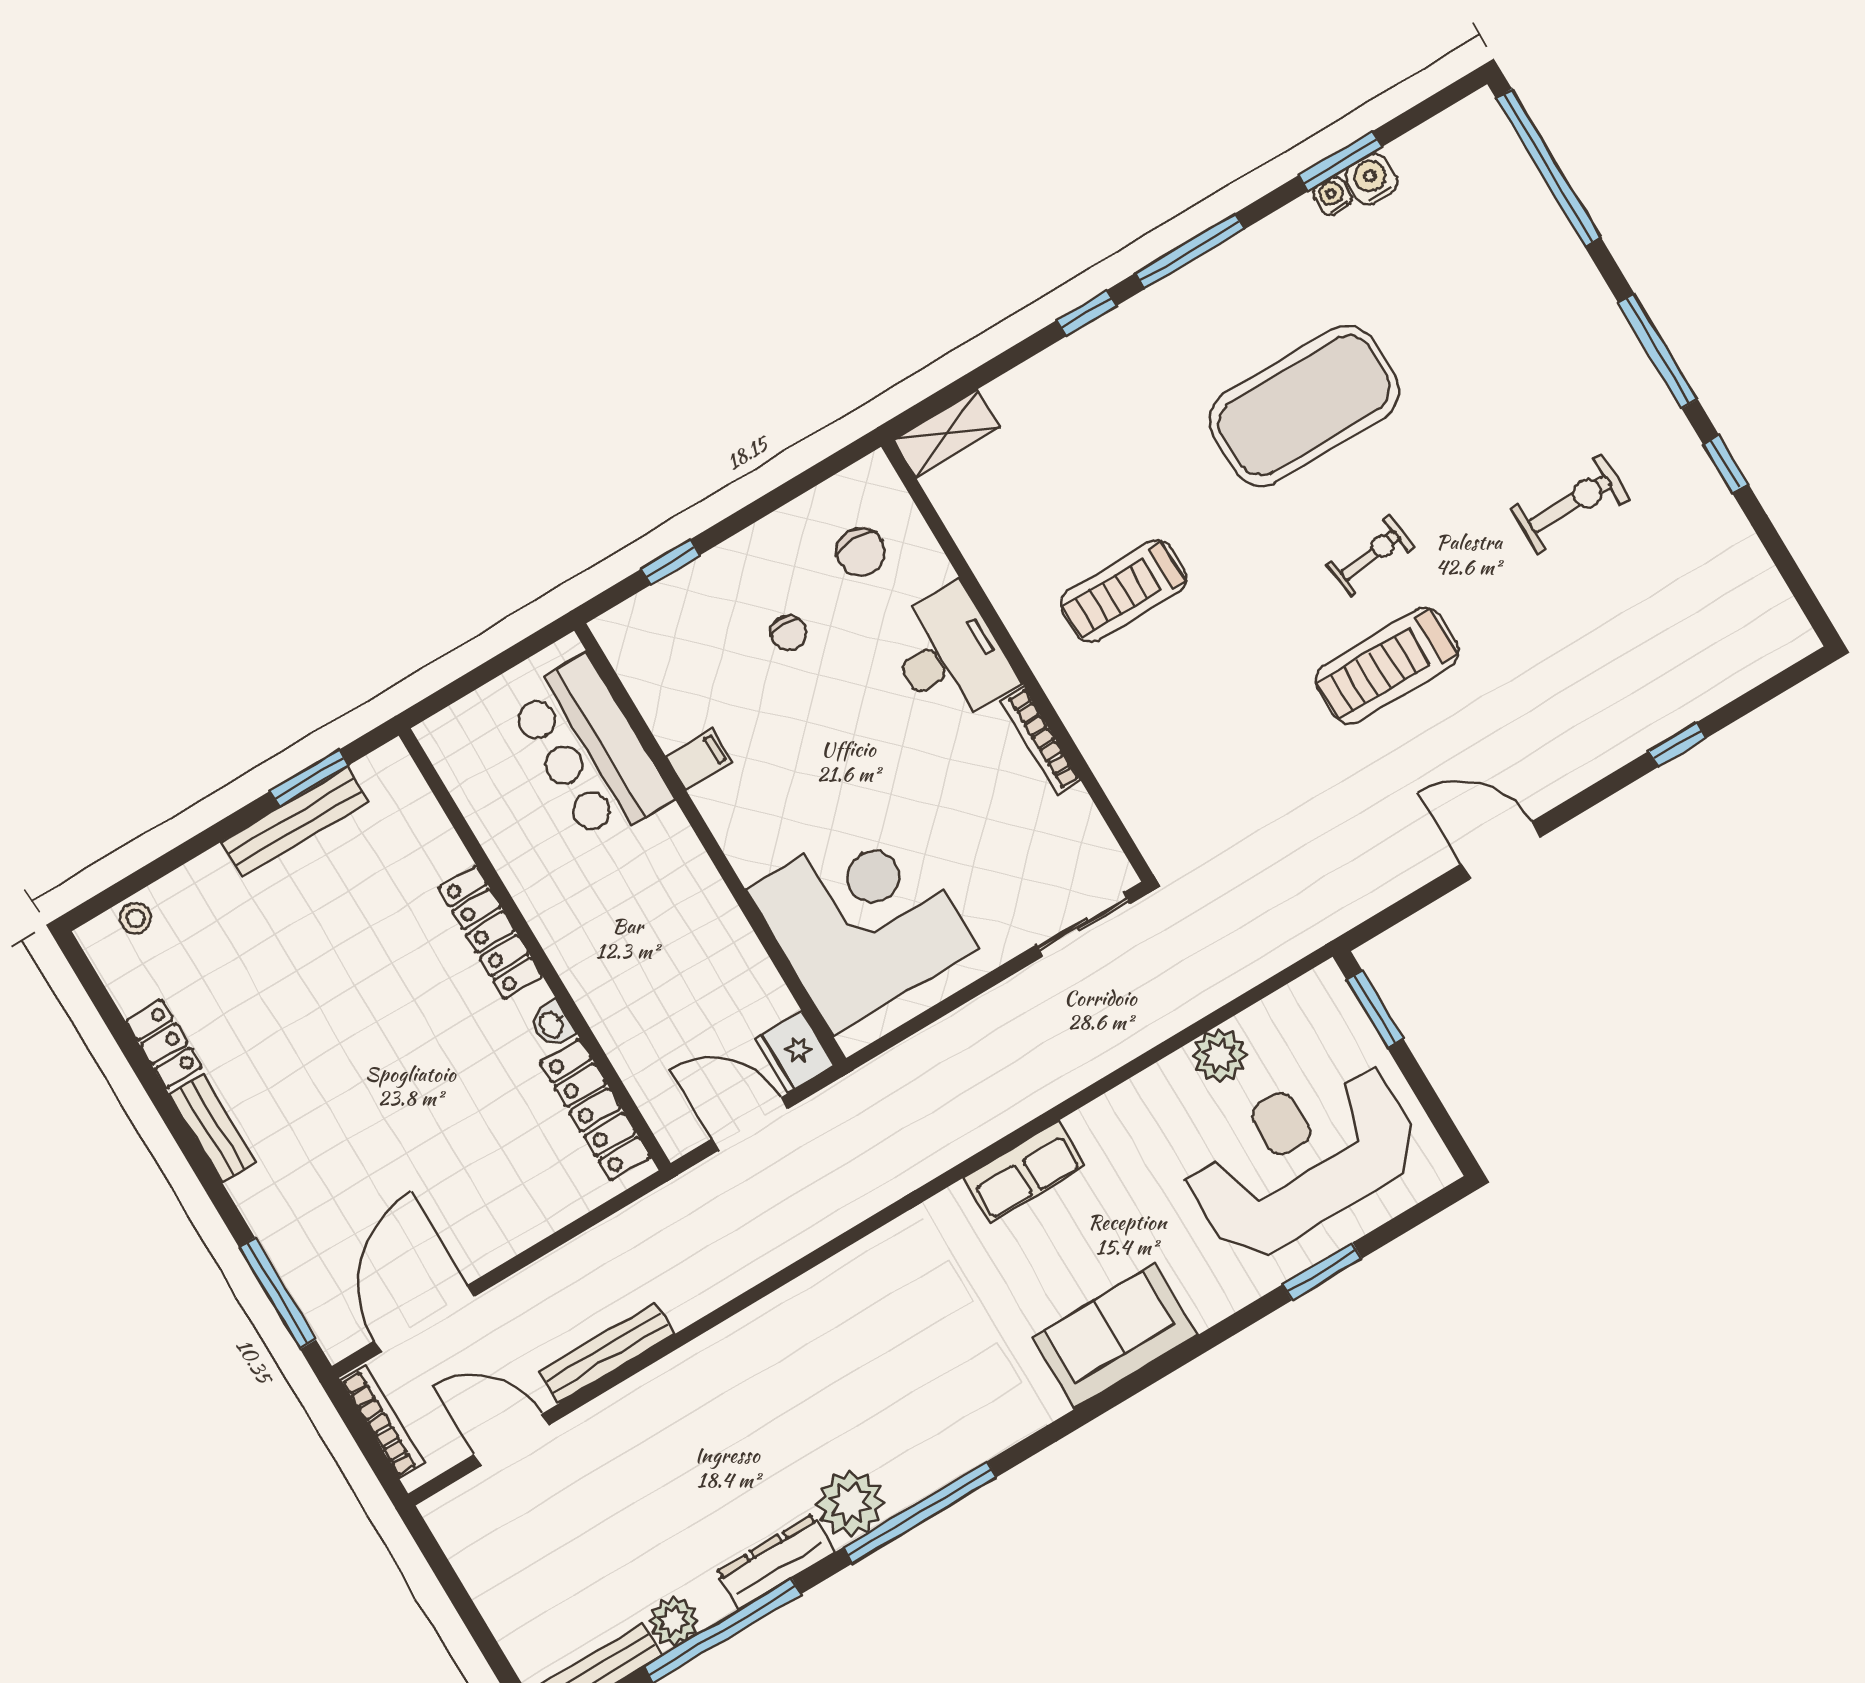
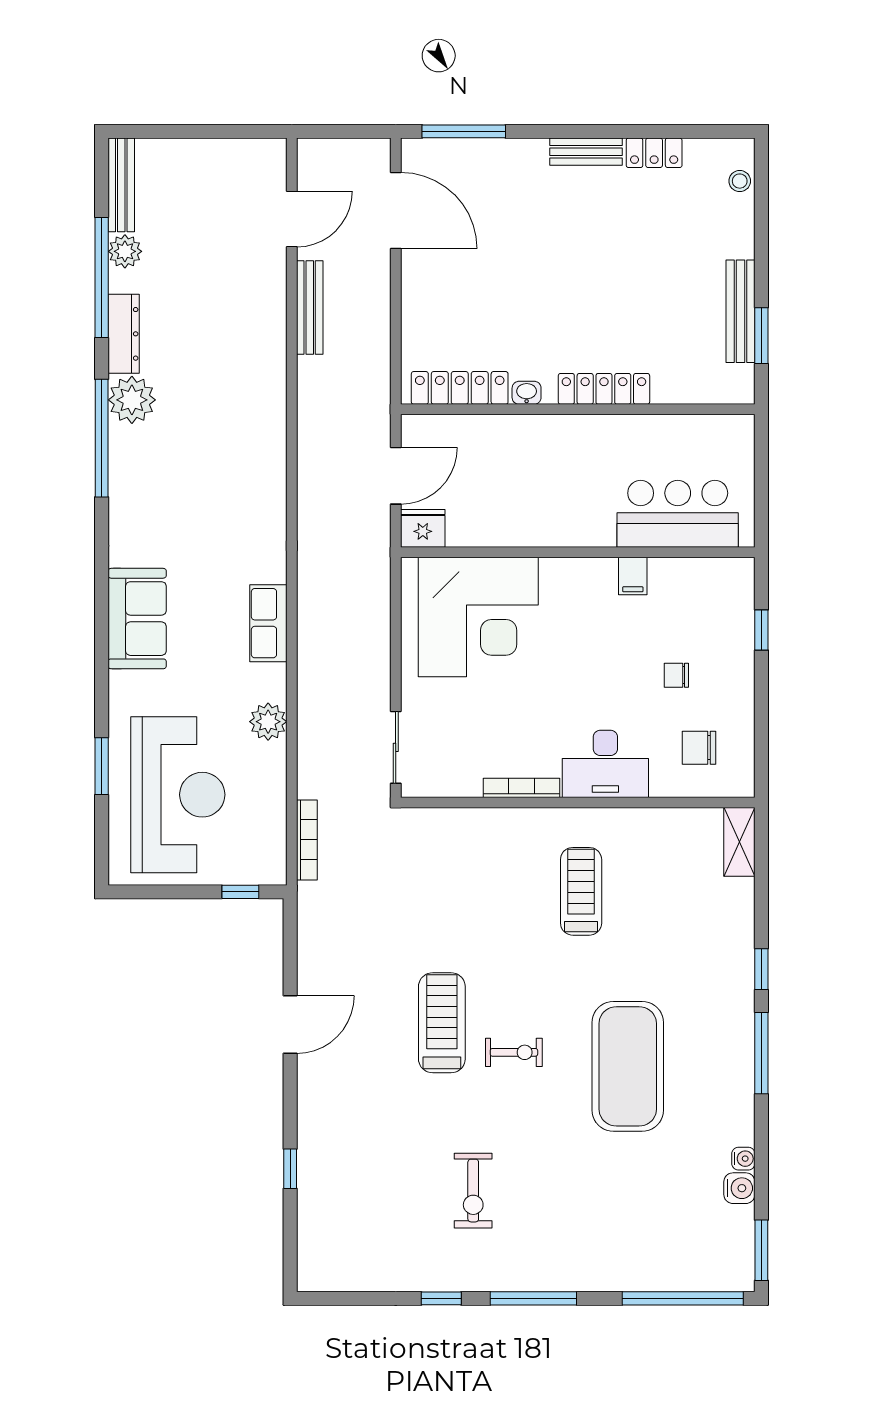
window: (1340, 161) -> (761, 1250), moved
exercise bike: (1370, 555) -> (514, 1052), turned -83
window: (1375, 1009) -> (240, 892), width x0.67
plant: (1219, 1056) -> (268, 722), moved
bookcase: (382, 1422) -> (307, 840), moved, turned -90

